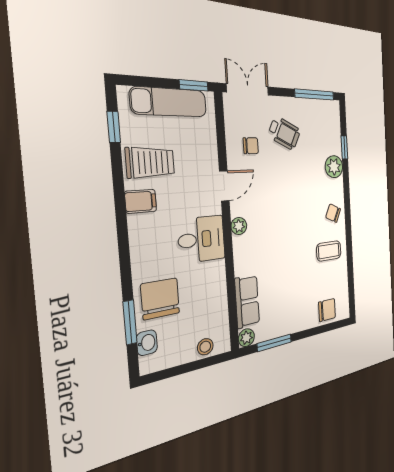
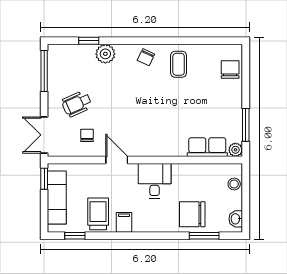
wheelchair: (284, 133) -> (77, 104), turned -140
plant: (239, 226) -> (148, 150), removed
washbasin: (147, 343) -> (236, 219), moved, turned -90

